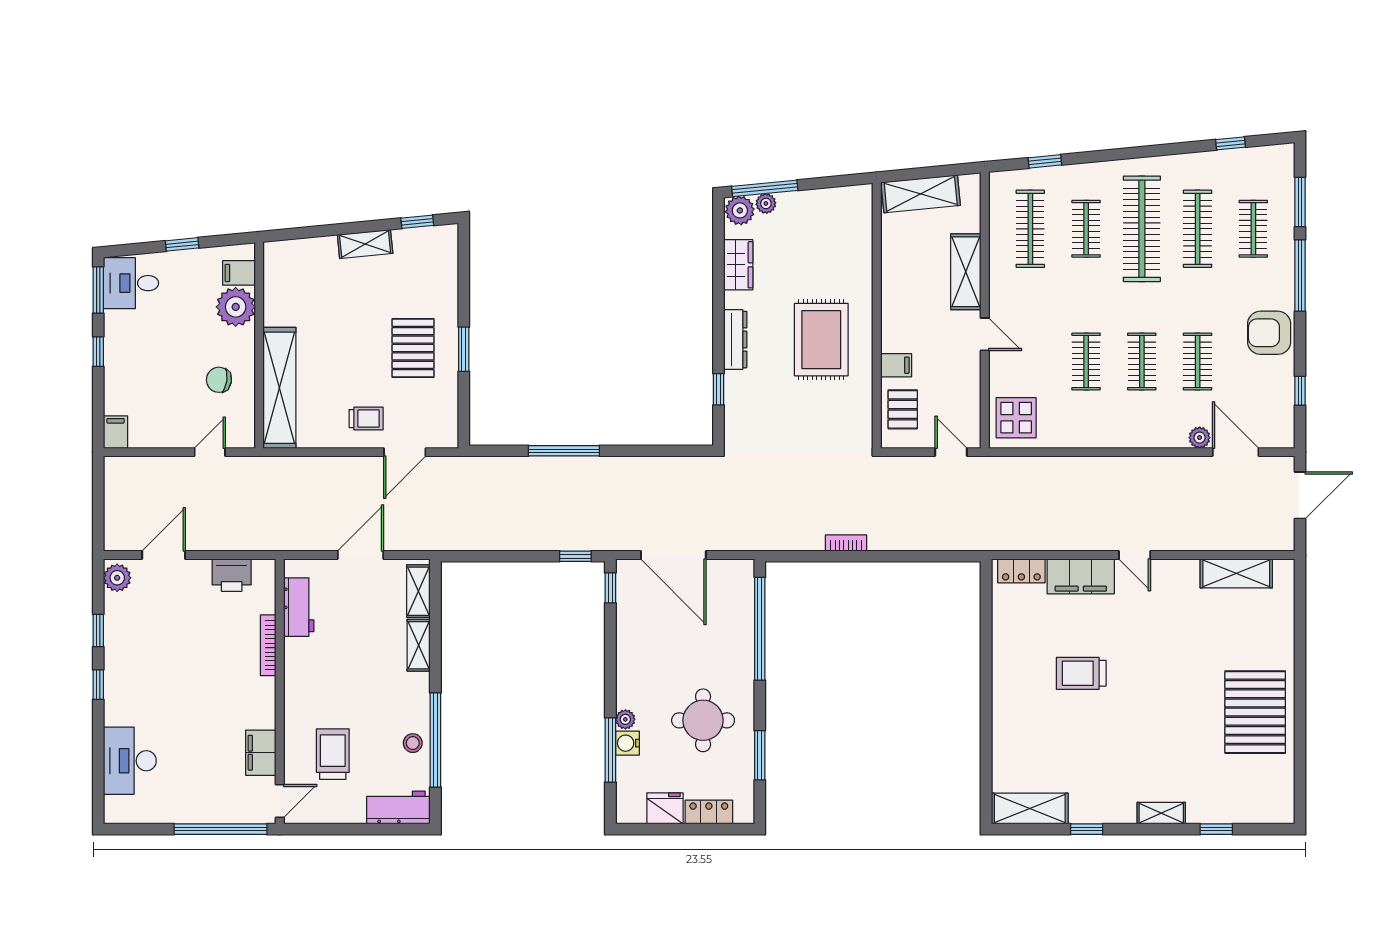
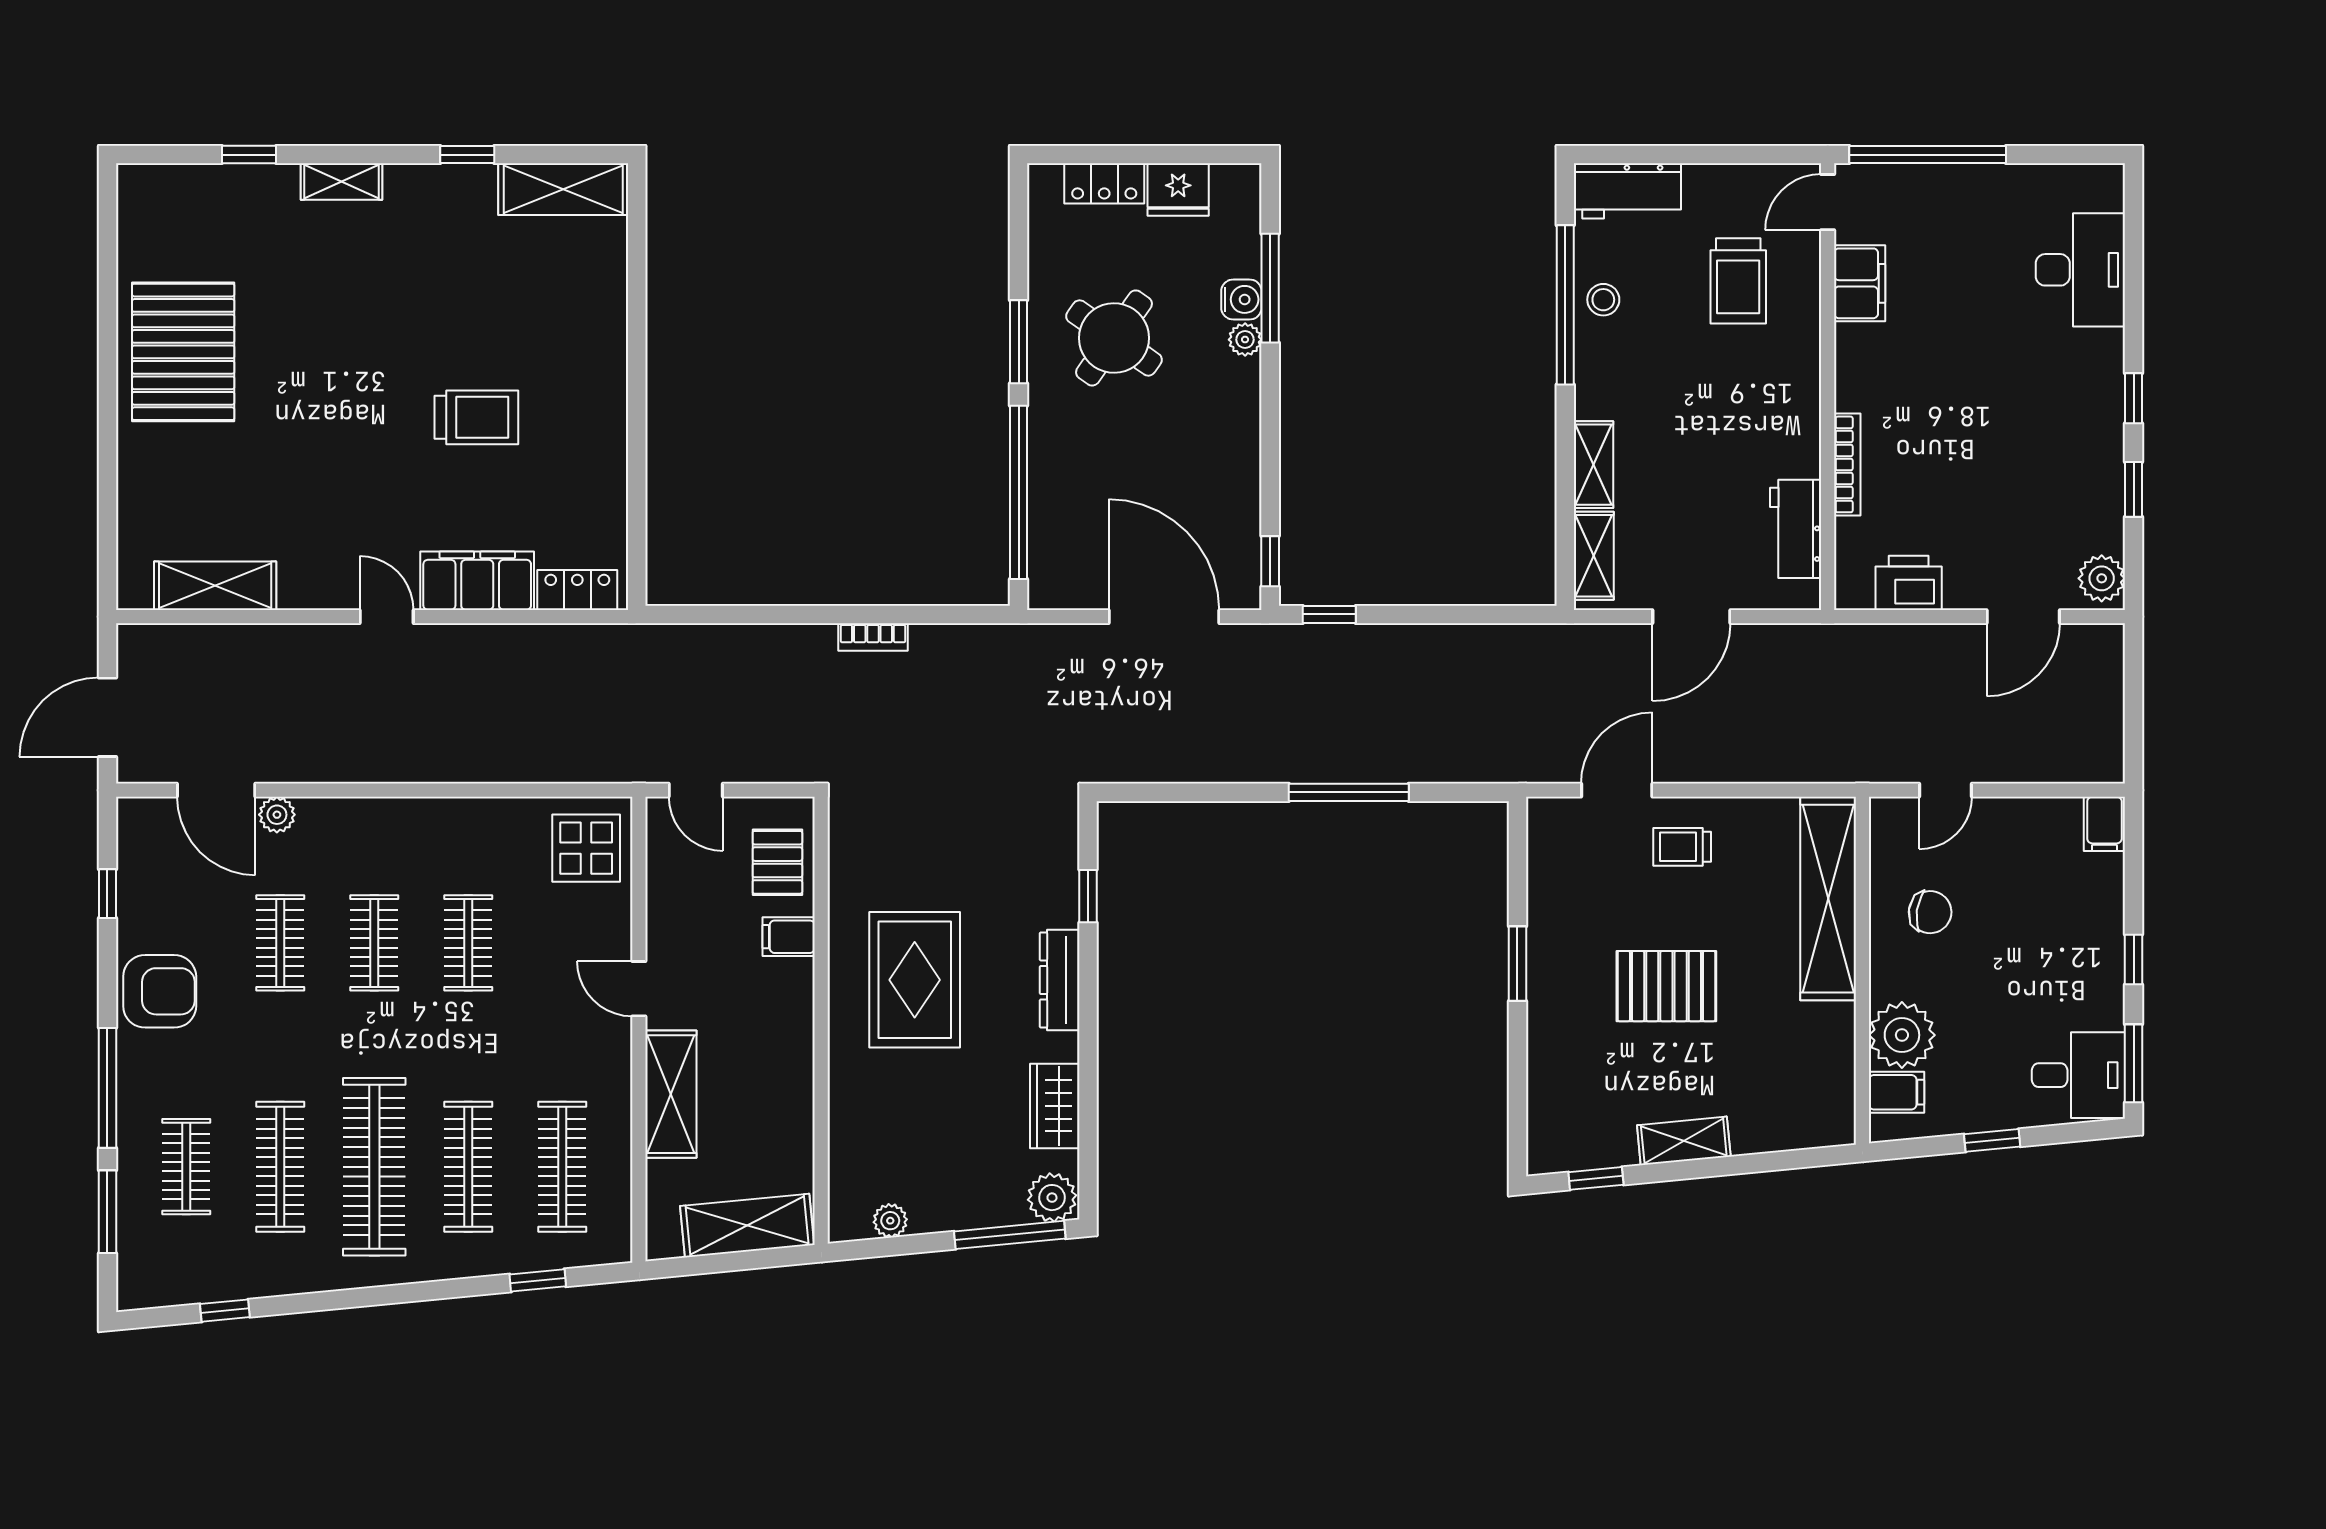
plant: (766, 203) -> (890, 1221), moved
clothes rail: (1086, 229) -> (468, 1167), width x1.36
pallet: (413, 348) -> (1666, 986), moved, turned 90
round table: (703, 720) -> (1114, 338), turned 35
window: (760, 755) -> (1019, 342), moved

